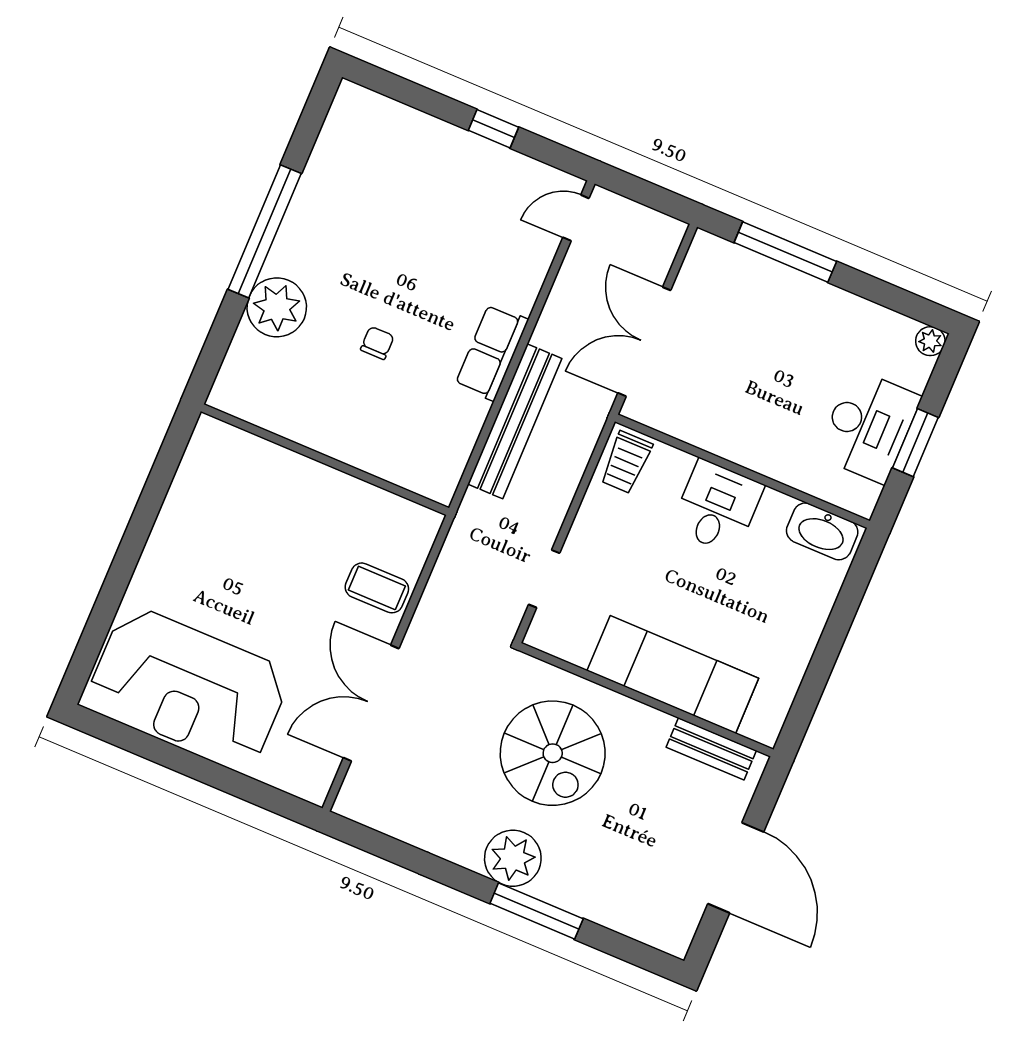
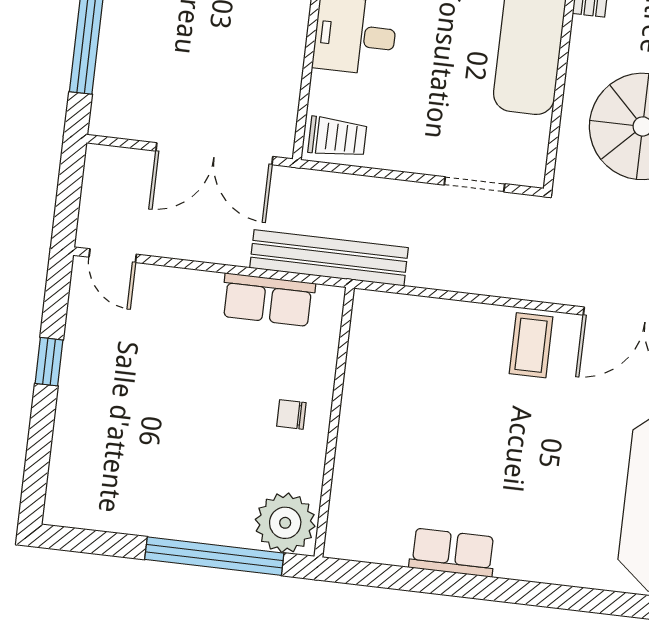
row of seats: (203, 457) -> (452, 553), added
wall: (325, 460) -> (334, 422), moved

